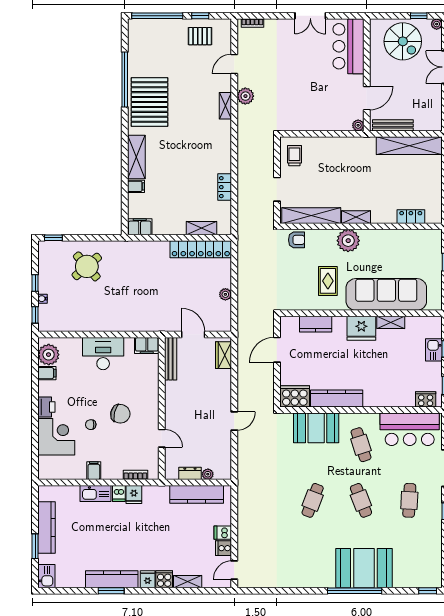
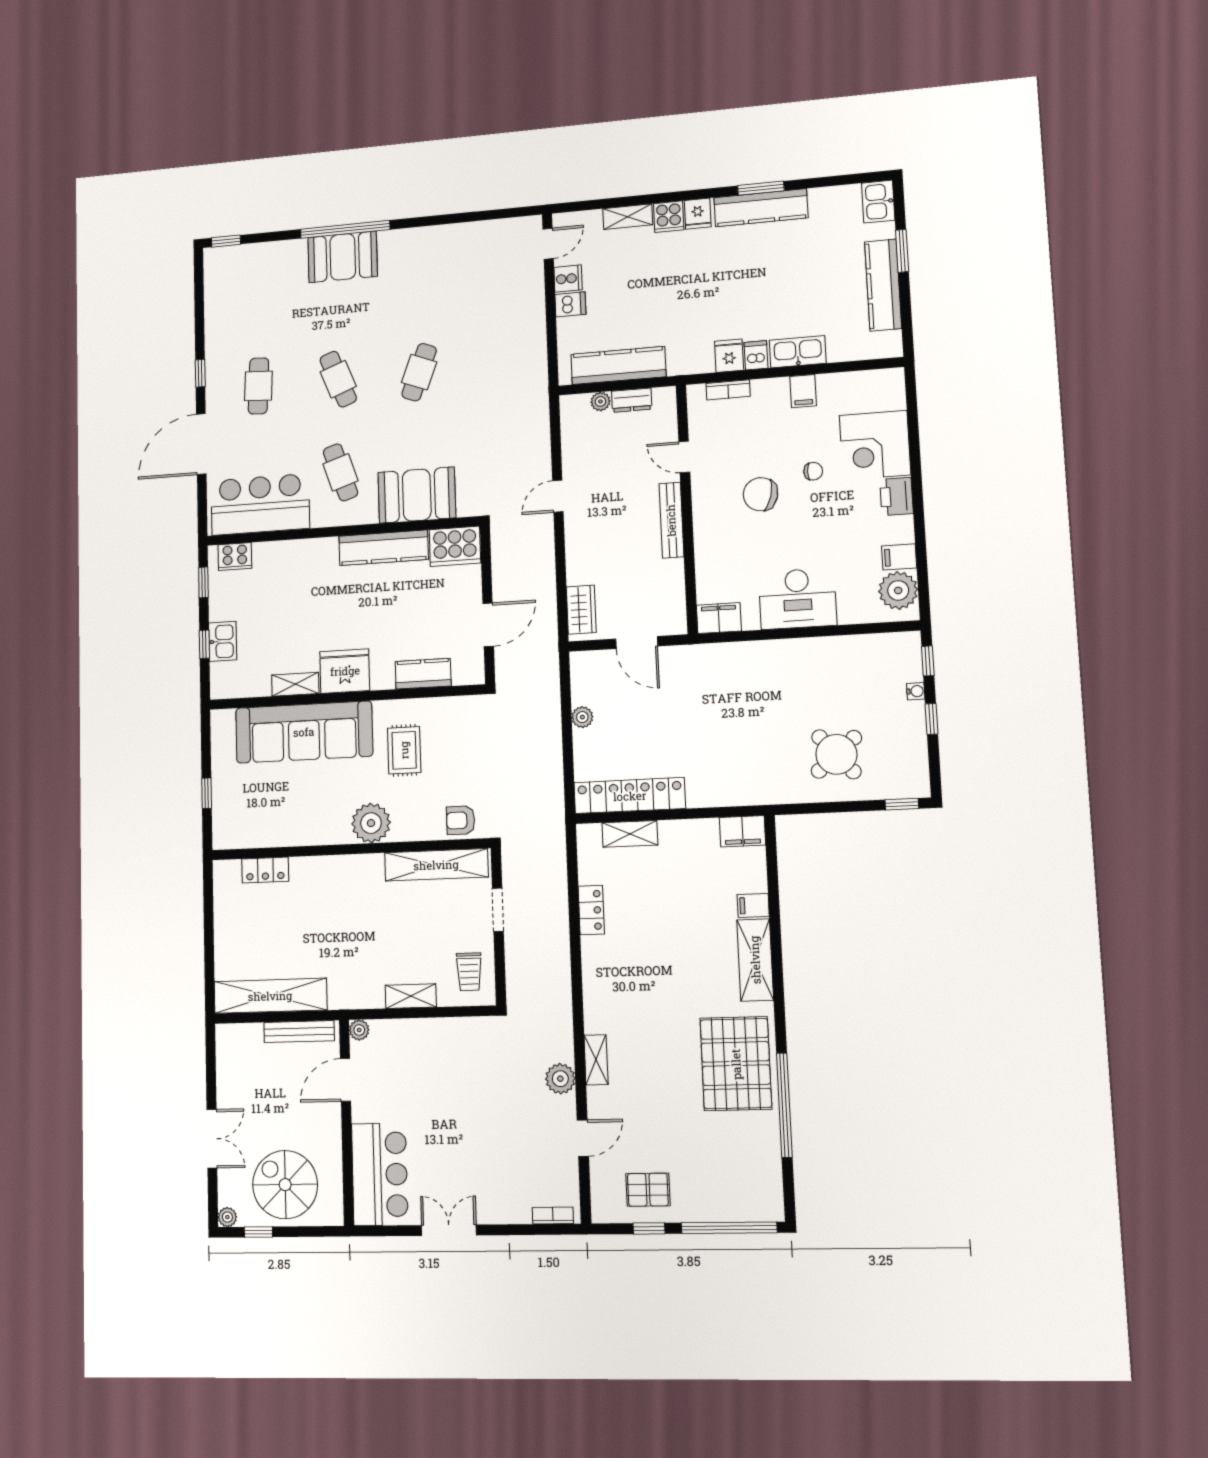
shelving: (356, 217) -> (411, 996), moved
bench: (171, 359) -> (671, 520), moved
booth: (364, 568) -> (343, 257), width x0.73, depth x0.70

